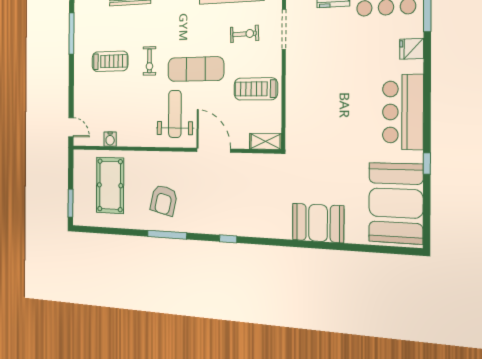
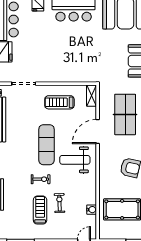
exercise bike: (244, 34) -> (59, 203), moved
treadmill: (256, 89) -> (59, 102), turned 90
table tennis table: (238, 195) -> (125, 114), added

